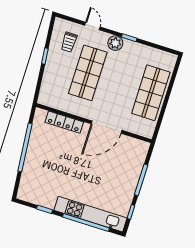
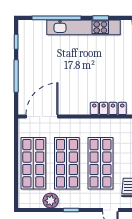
plant: (115, 43) -> (51, 201), moved
shop shelf: (119, 83) -> (67, 163), added
door: (107, 127) -> (42, 117), moved
kitchen unit: (90, 214) -> (83, 27), moved

